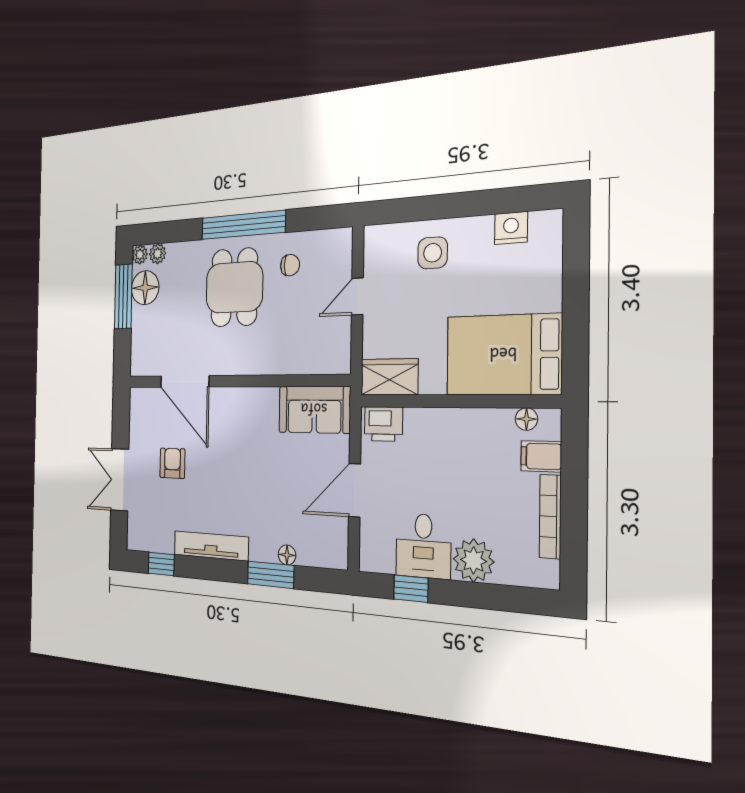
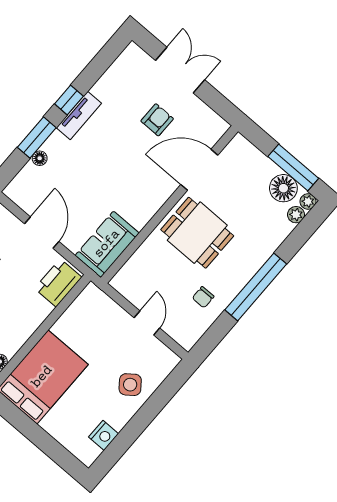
side table: (433, 253) -> (130, 385), turned -37
dining table: (234, 287) -> (197, 233), moved
wardrobe: (389, 377) -> (86, 305), removed
printer: (383, 424) -> (58, 283), width x1.37, depth x1.19
armchair: (172, 463) -> (157, 120), turned -90
tv unit: (211, 546) -> (79, 116), width x0.71
window: (161, 564) -> (69, 100), moved

